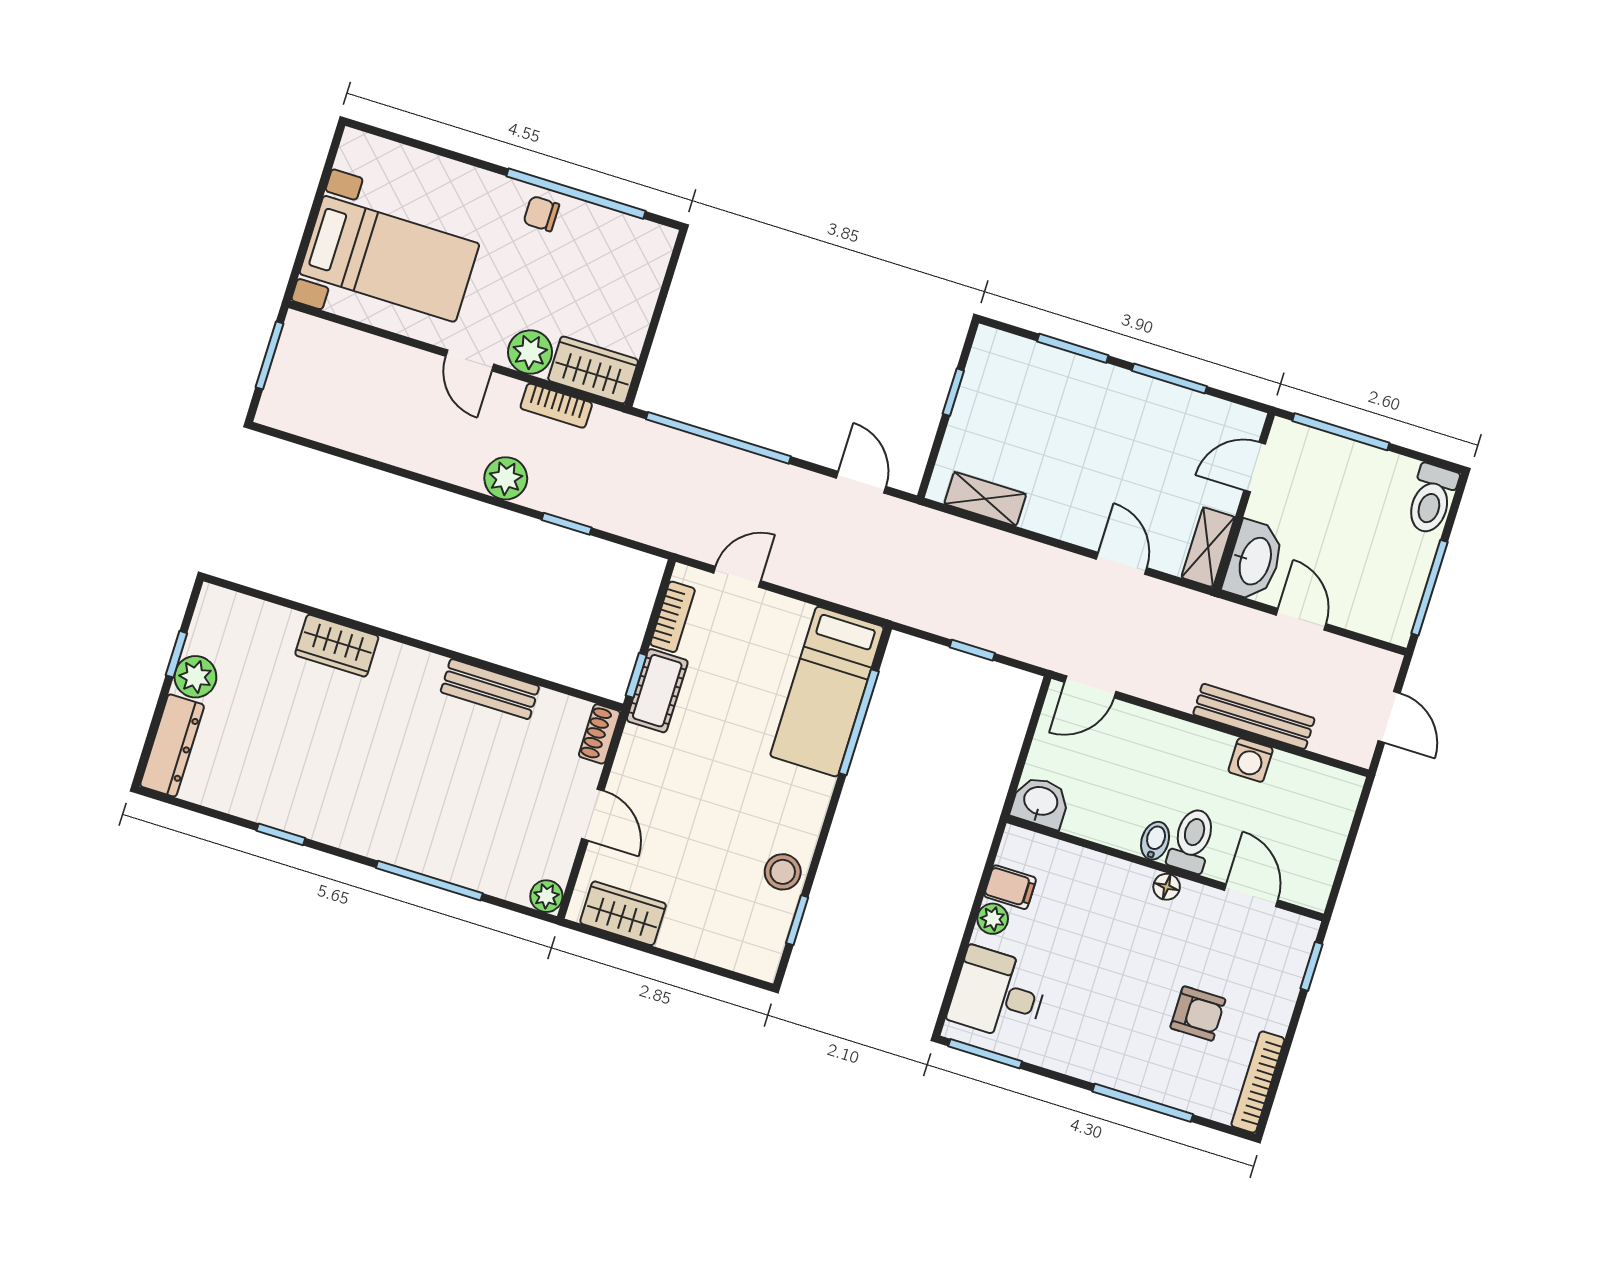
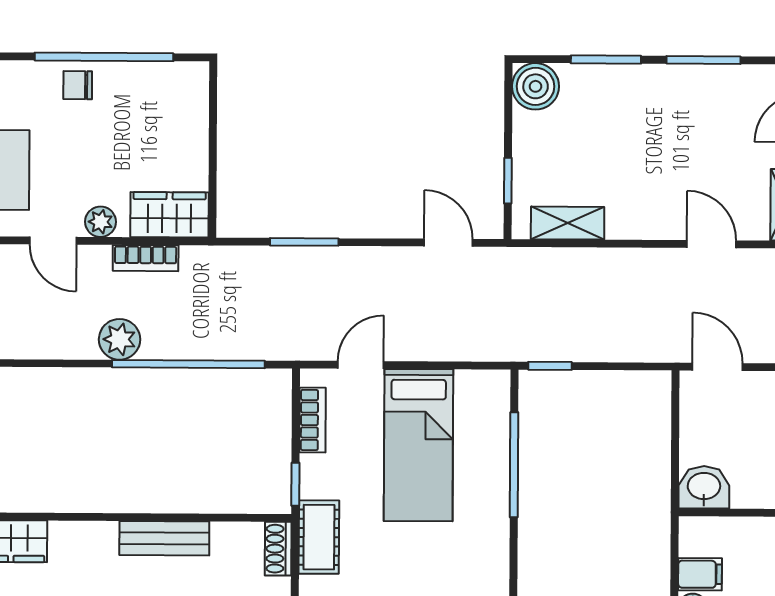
plant: (530, 352) -> (101, 222), width x0.73, depth x0.73
boiler: (995, 354) -> (536, 86), added
window: (953, 392) -> (508, 181), moved
window: (718, 438) -> (304, 242), width x0.47
window: (567, 524) -> (188, 364), width x3.17
window: (972, 650) -> (550, 366), moved
door: (1090, 687) -> (717, 367), swing flipped
cot: (657, 691) -> (319, 537), moved
bed: (827, 692) -> (418, 445), moved

